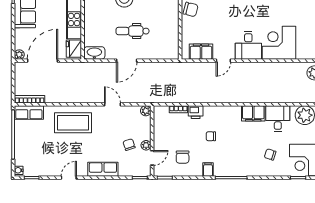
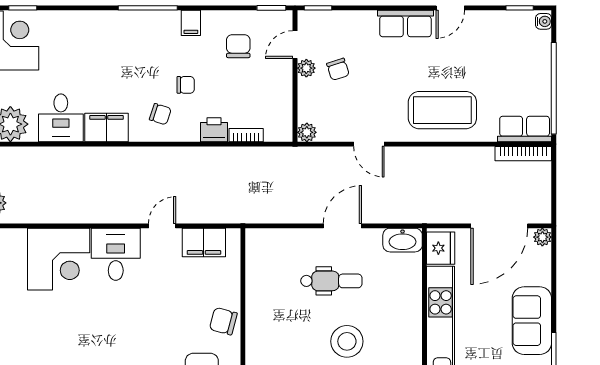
chair: (270, 154) -> (160, 114), moved
row of seats: (103, 169) -> (405, 24), moved

